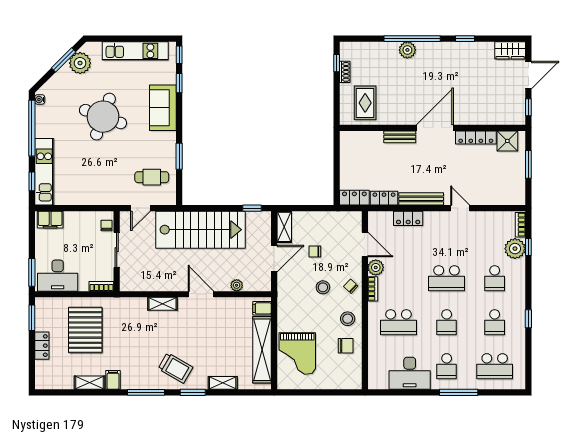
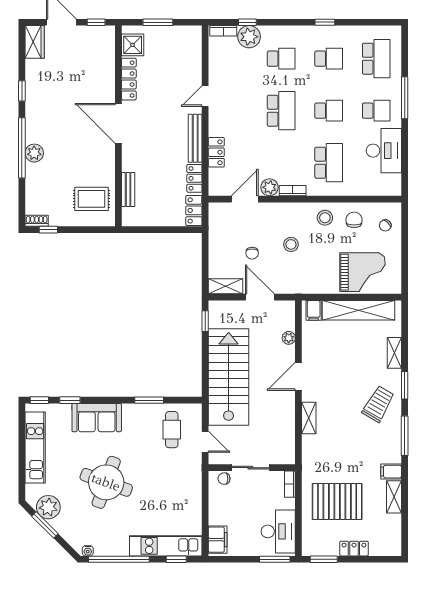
shoe rack: (345, 72) -> (37, 221), moved
bench: (400, 137) -> (128, 190), moved
chair: (351, 286) -> (385, 225), moved

